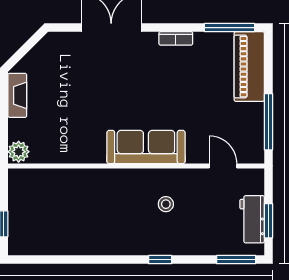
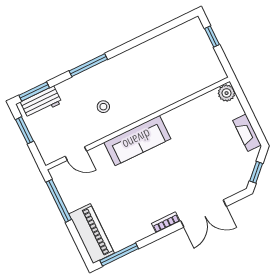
bookcase: (176, 38) -> (166, 222), moved
window: (29, 45) -> (256, 172), added
workbench: (252, 219) -> (41, 102), moved, turned 90
window: (160, 260) -> (88, 65), width x2.17

